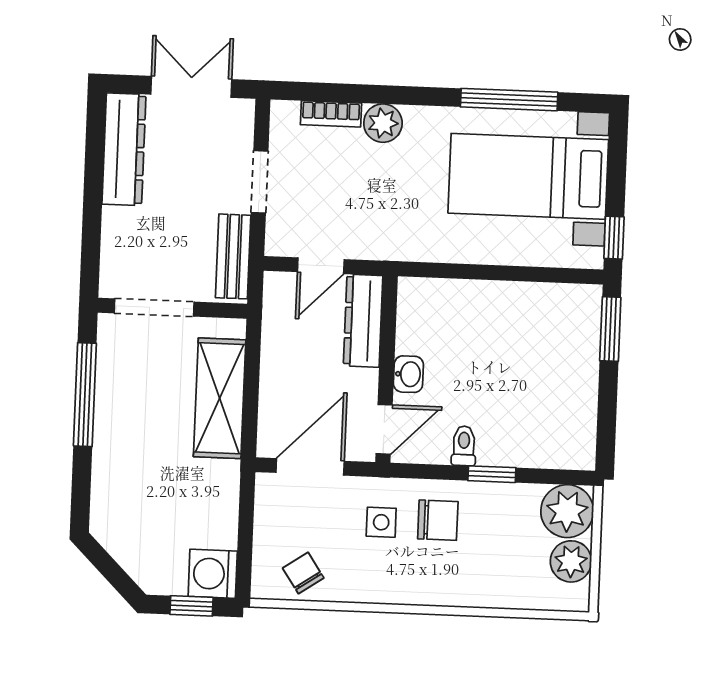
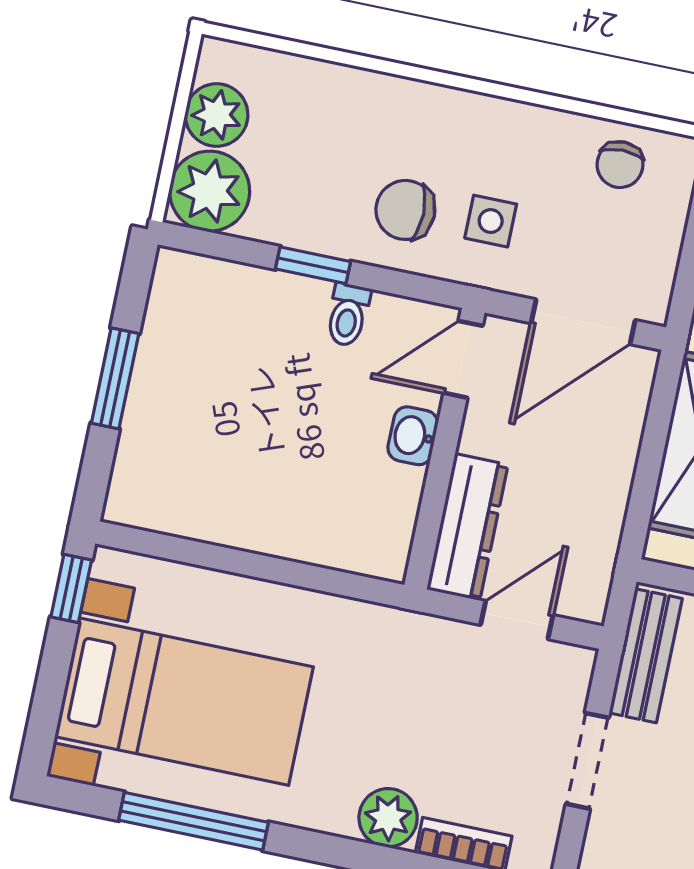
window: (610, 329) -> (115, 378), moved
chair: (303, 573) -> (620, 165), turned 34

